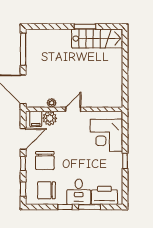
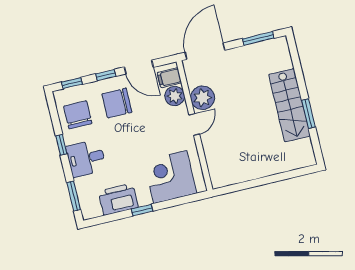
stairs: (97, 39) -> (289, 105), moved
window: (23, 49) -> (258, 38), width x0.69
plant: (52, 103) -> (203, 98), width x1.87, depth x1.87
door: (73, 109) -> (194, 124), hinge flipped
printer: (104, 195) -> (118, 199), moved, turned -90
window: (89, 207) -> (74, 196), moved

